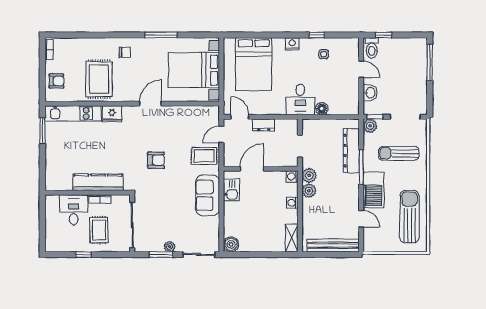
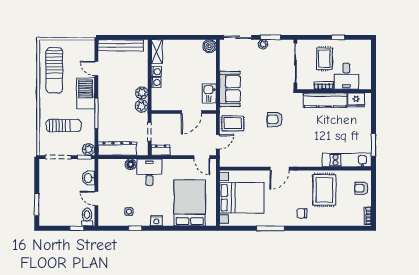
window: (430, 62) -> (37, 204), width x0.69
fridge: (112, 114) -> (356, 100), moved, turned 180
dresser: (264, 125) -> (161, 150), moved
dresser: (351, 150) -> (117, 149), moved, turned -90
washing machine: (292, 176) -> (156, 72), moved

